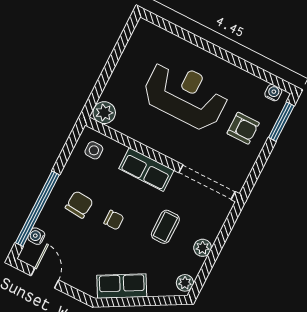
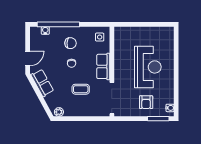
plant: (104, 113) -> (120, 33), removed
plant: (203, 248) -> (80, 112), removed
door: (45, 278) -> (28, 58), moved

